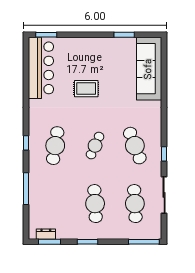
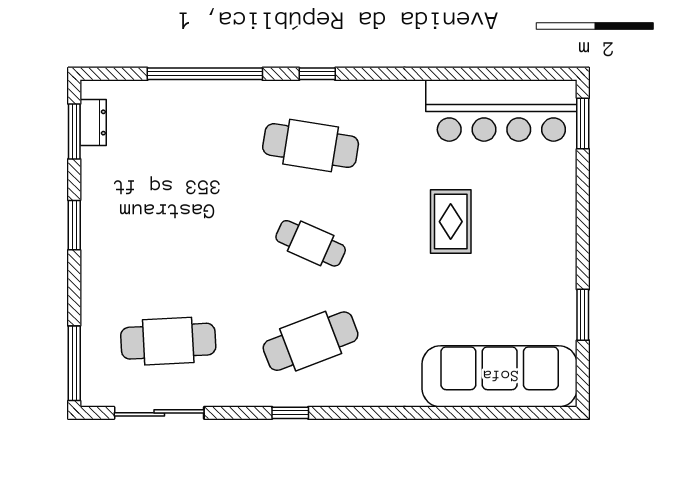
window: (26, 189) -> (205, 74), width x1.46
sliding door: (164, 195) -> (159, 413), moved
cafe table: (95, 204) -> (168, 243), removed

